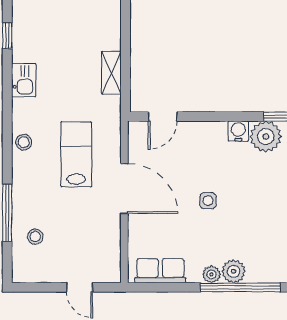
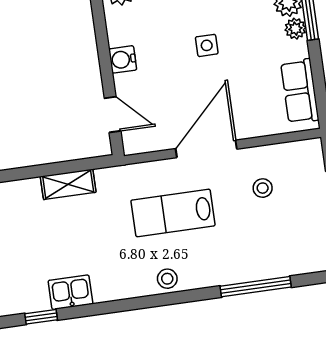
kitchen sink: (24, 80) -> (70, 292), moved
water cooler: (238, 131) -> (123, 59), moved
stool: (35, 236) -> (263, 188), moved

